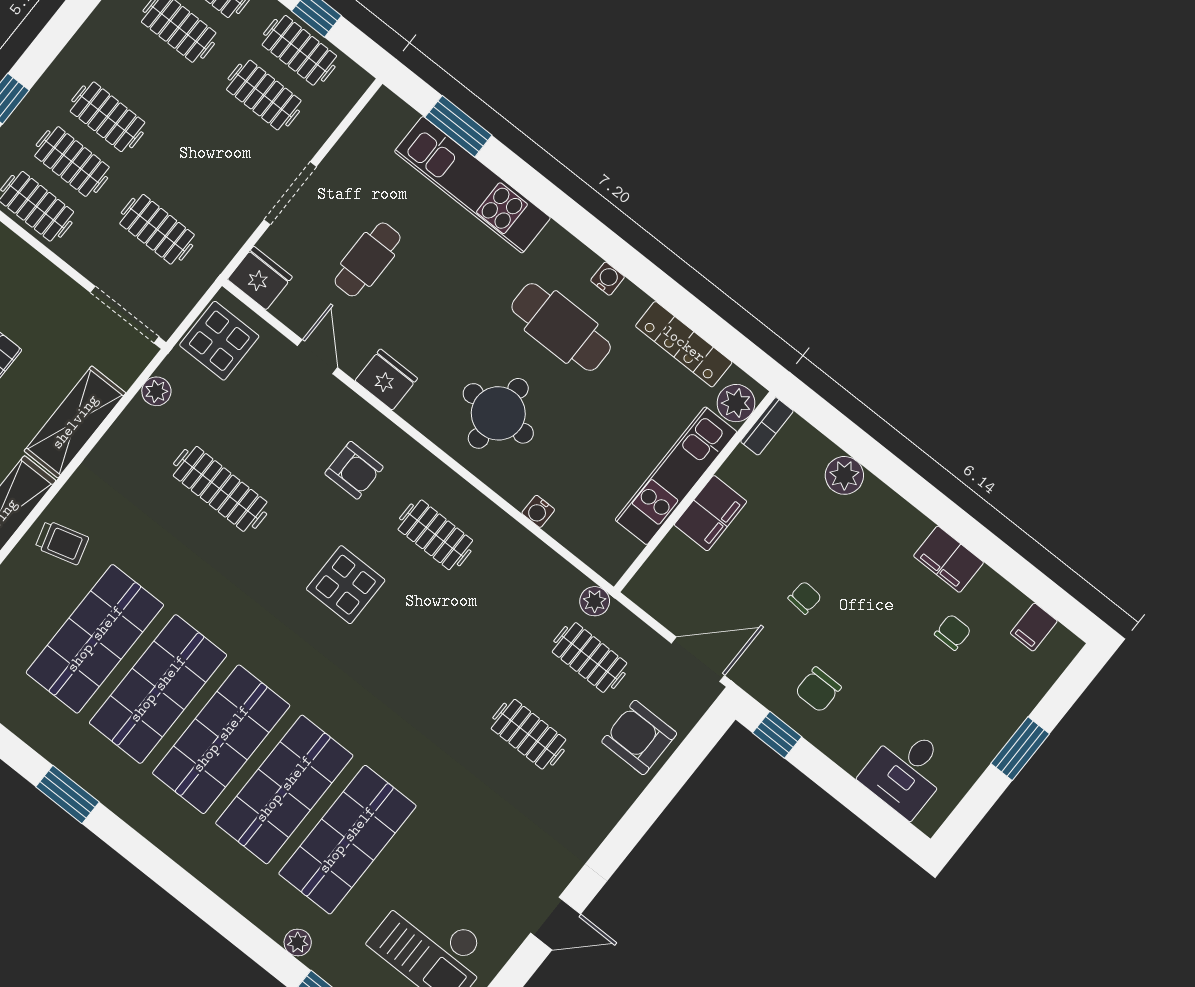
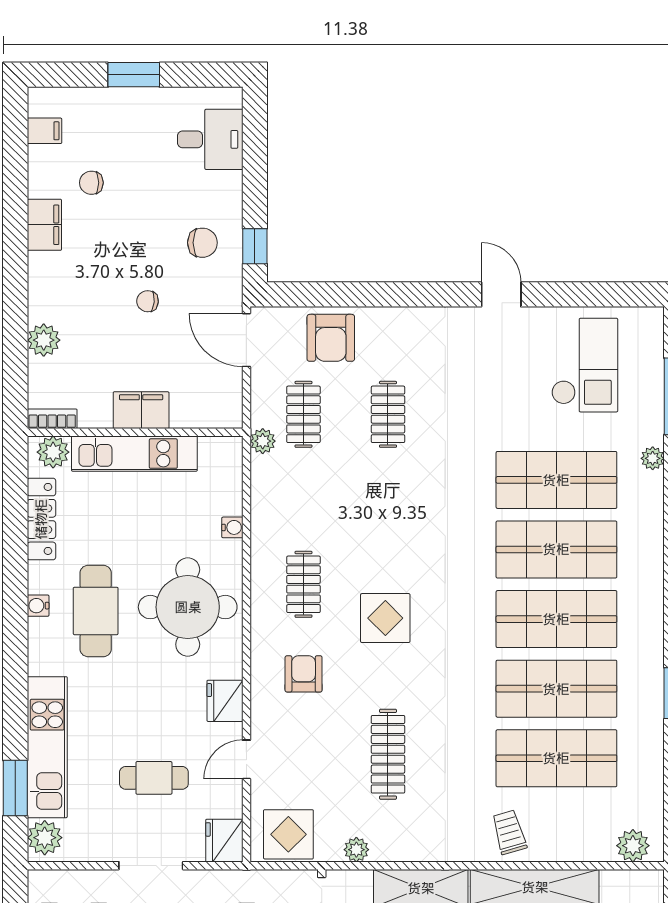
plant: (392, 117) -> (45, 838), added
round table: (498, 413) -> (188, 607), width x1.36, depth x1.36

